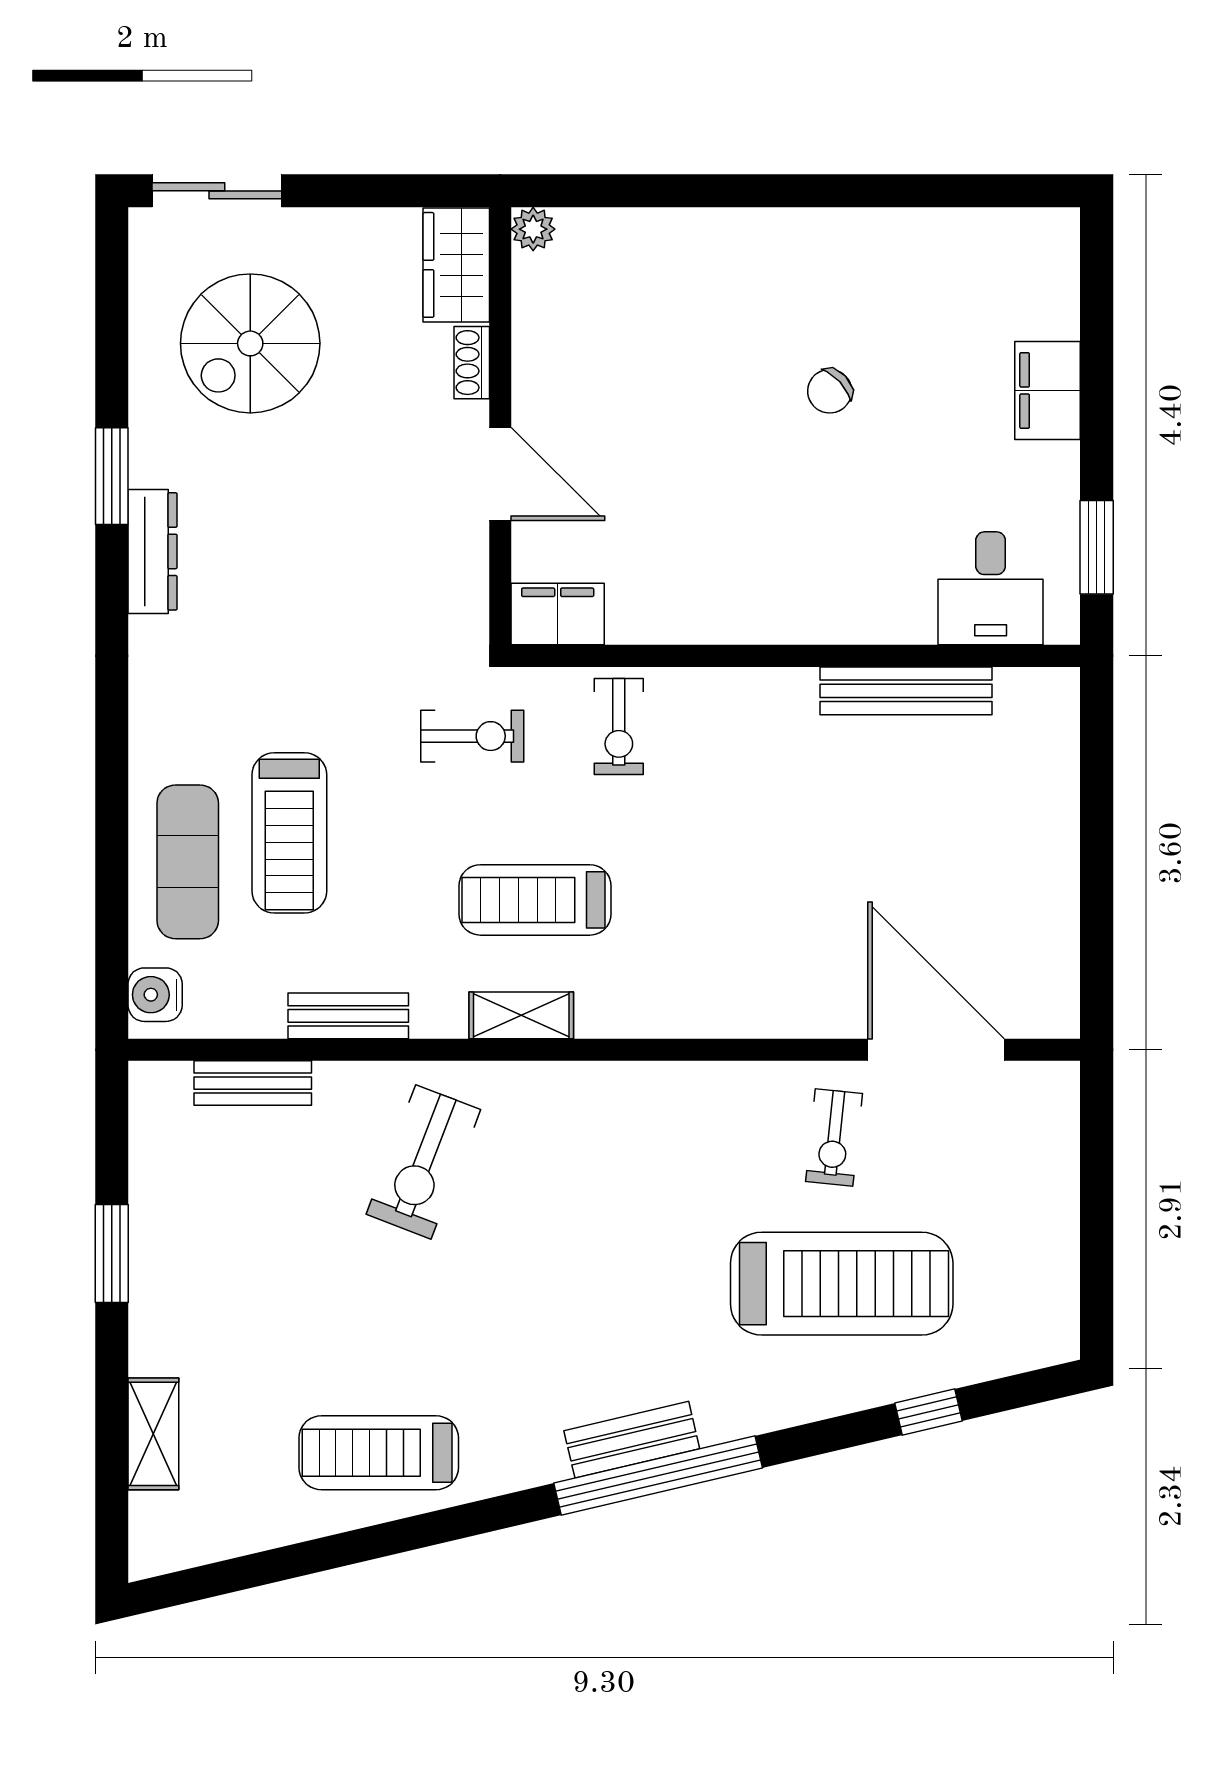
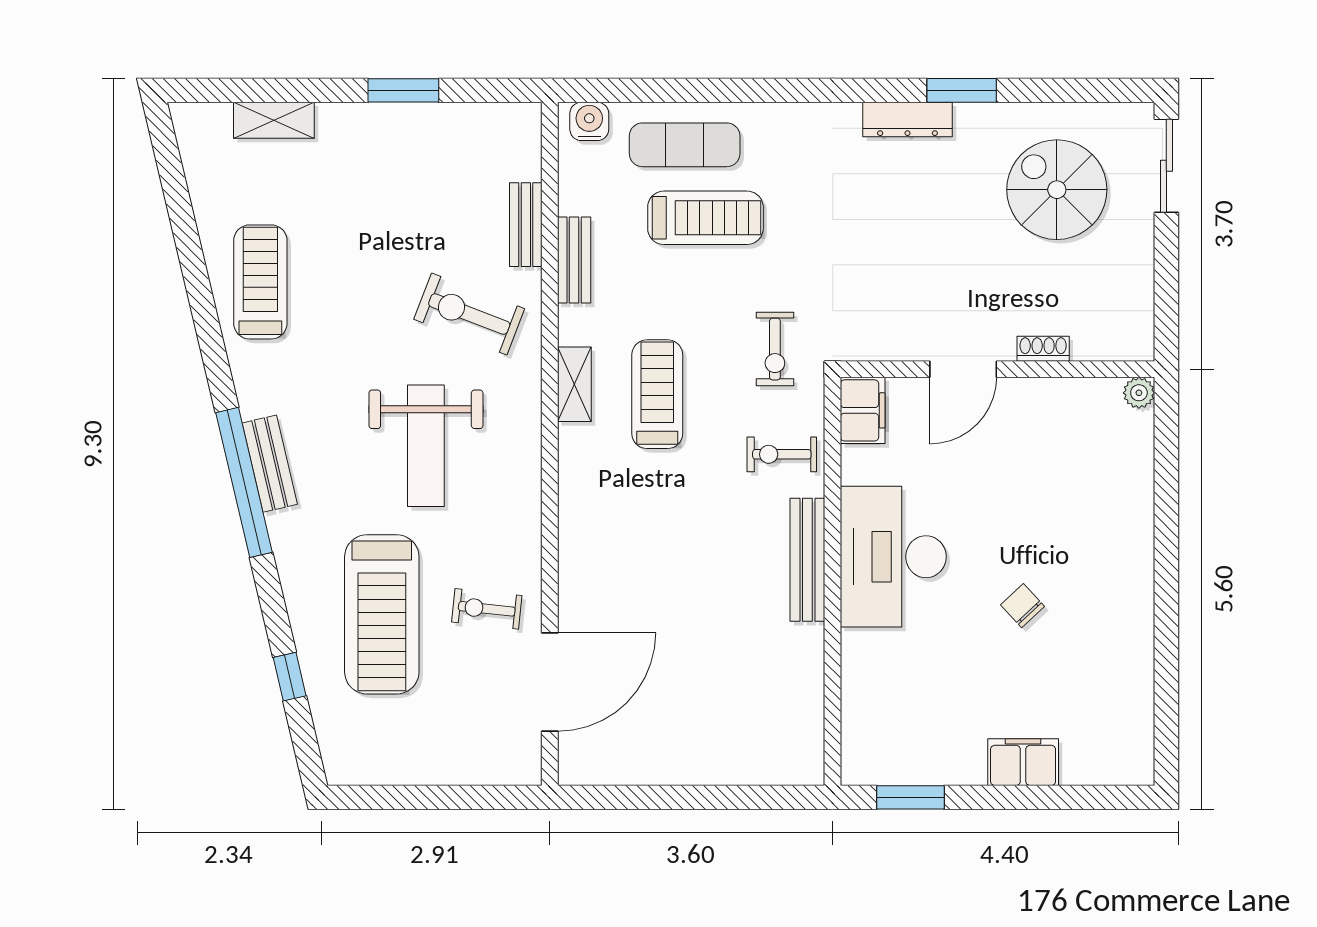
wardrobe: (456, 265) -> (1113, 338), removed
desk: (991, 588) -> (893, 557), moved, width x1.87, depth x1.30
bench: (906, 691) -> (807, 560), moved
treadmill: (289, 833) -> (705, 218), turned 180
bench: (253, 1083) -> (526, 225), moved
weight bench: (607, 1222) -> (426, 446), added

